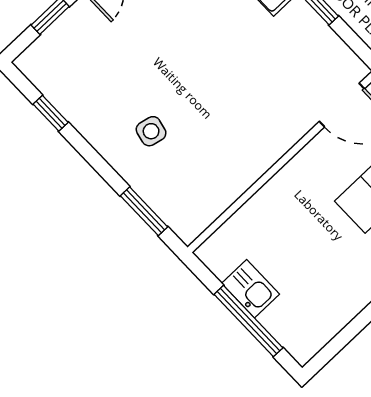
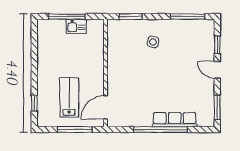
window: (51, 113) -> (187, 17), width x2.17

